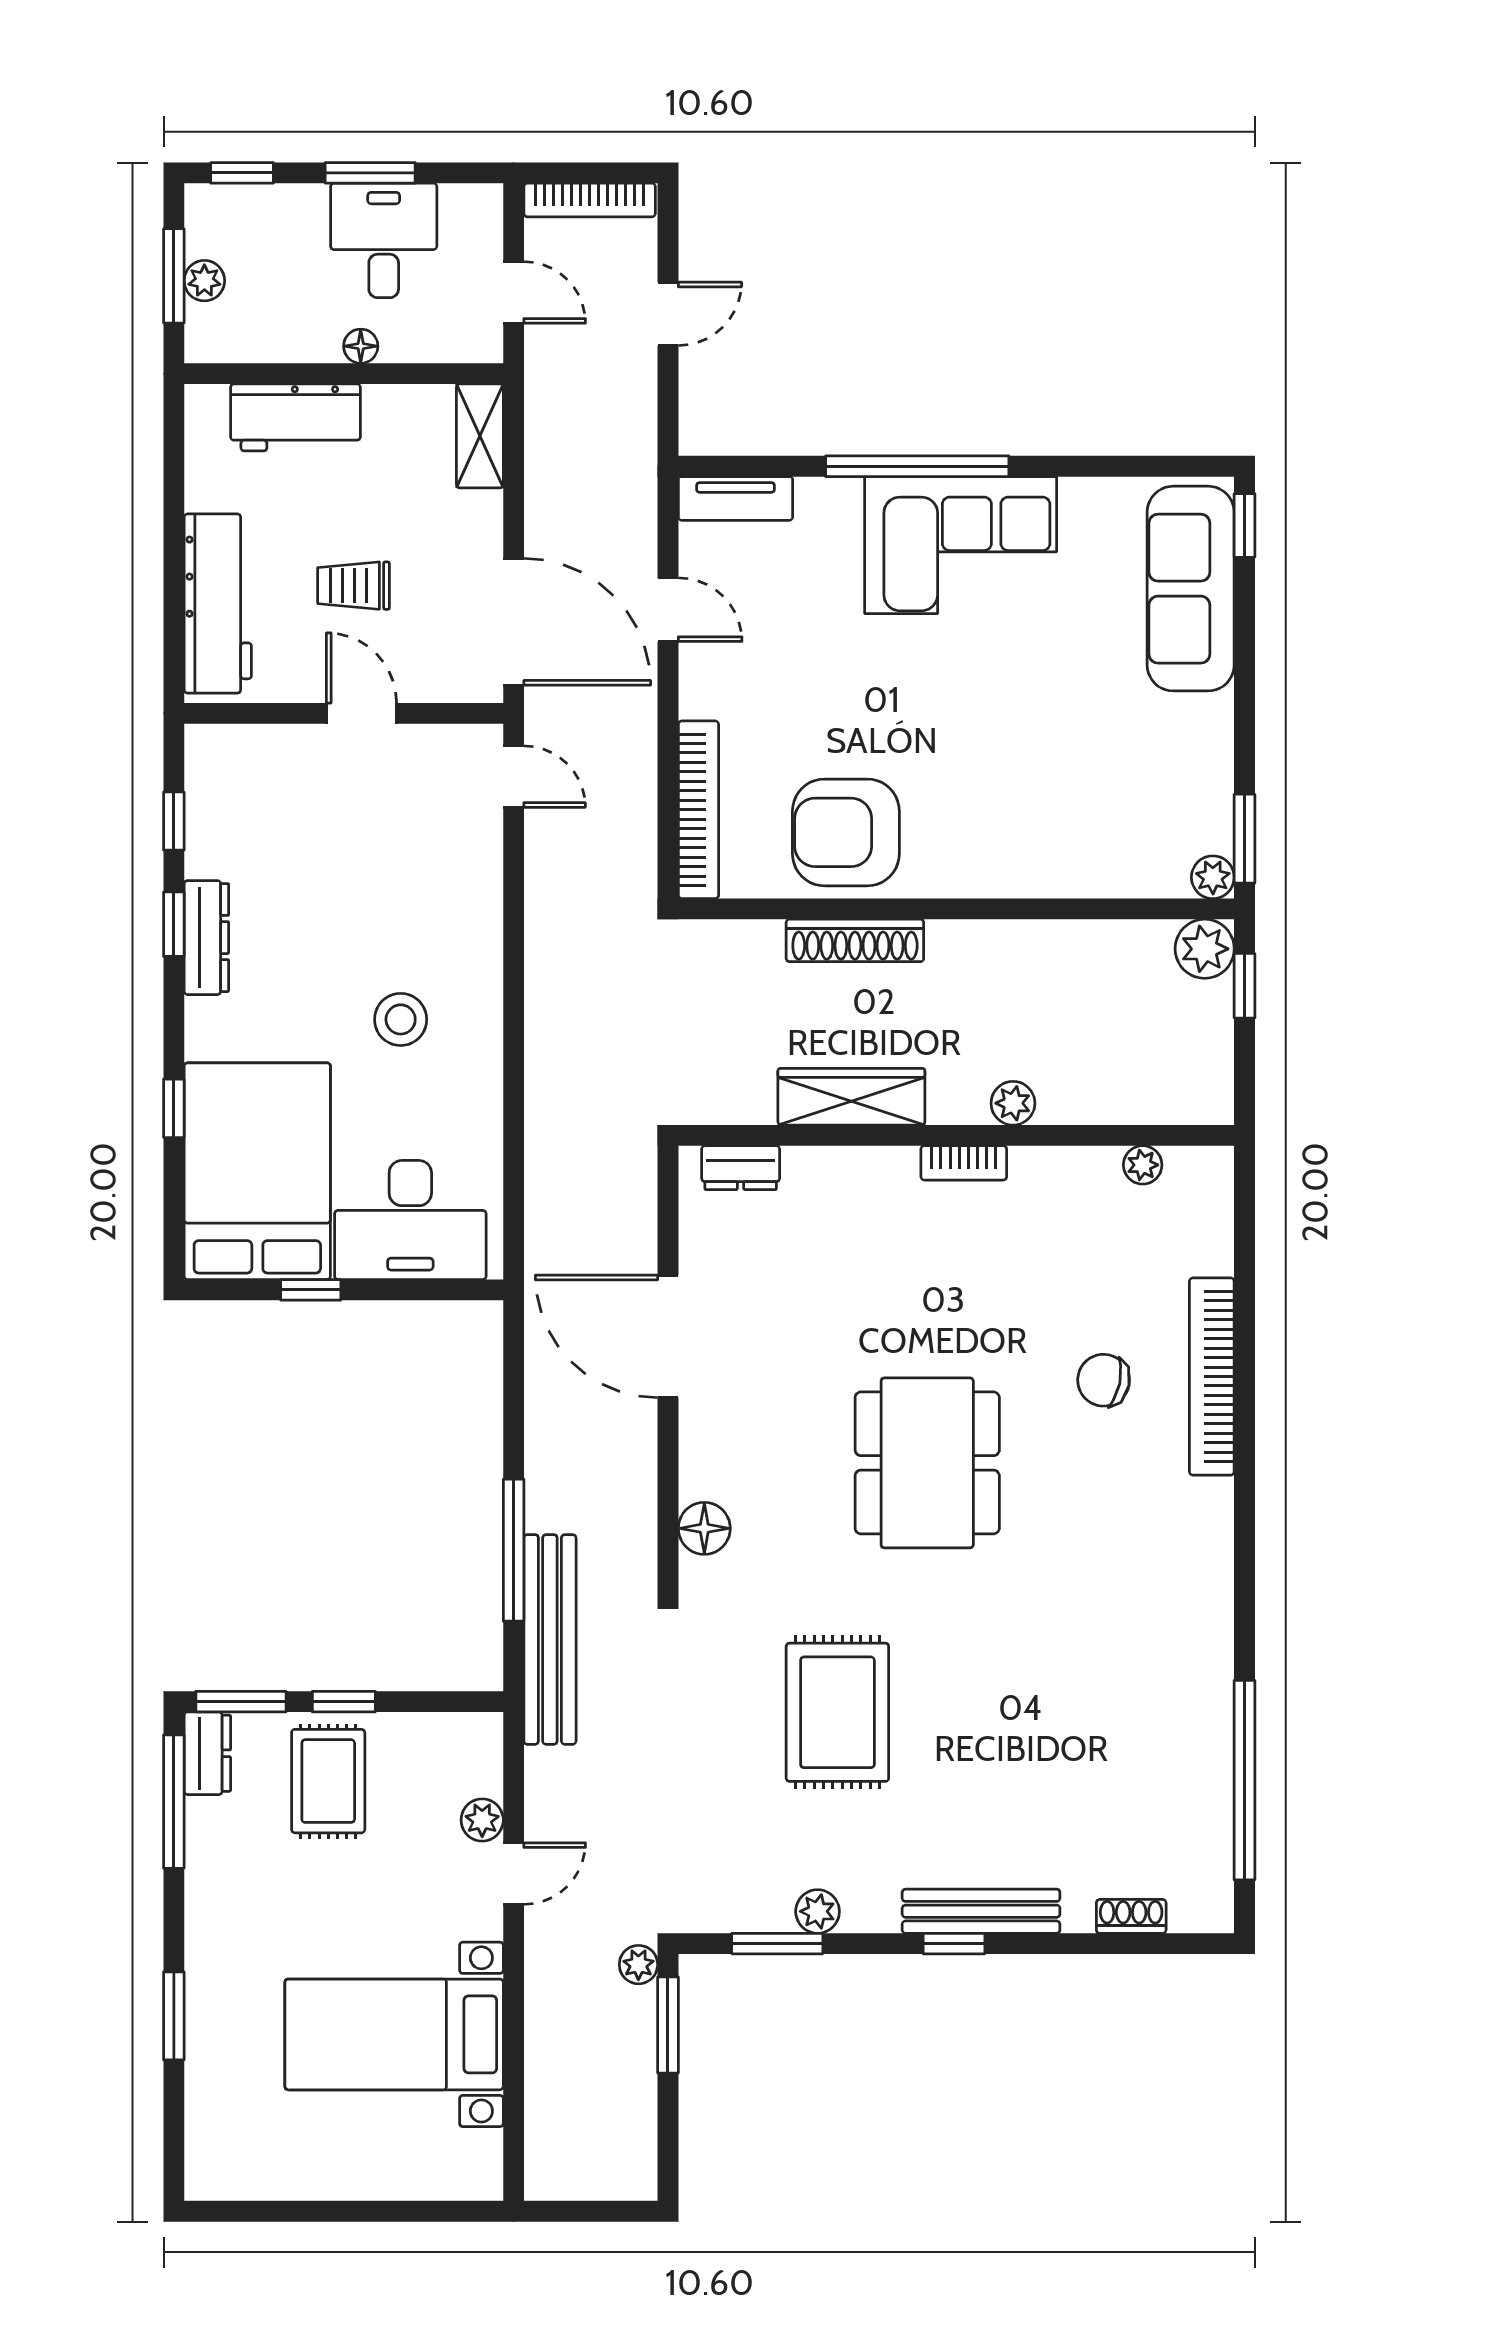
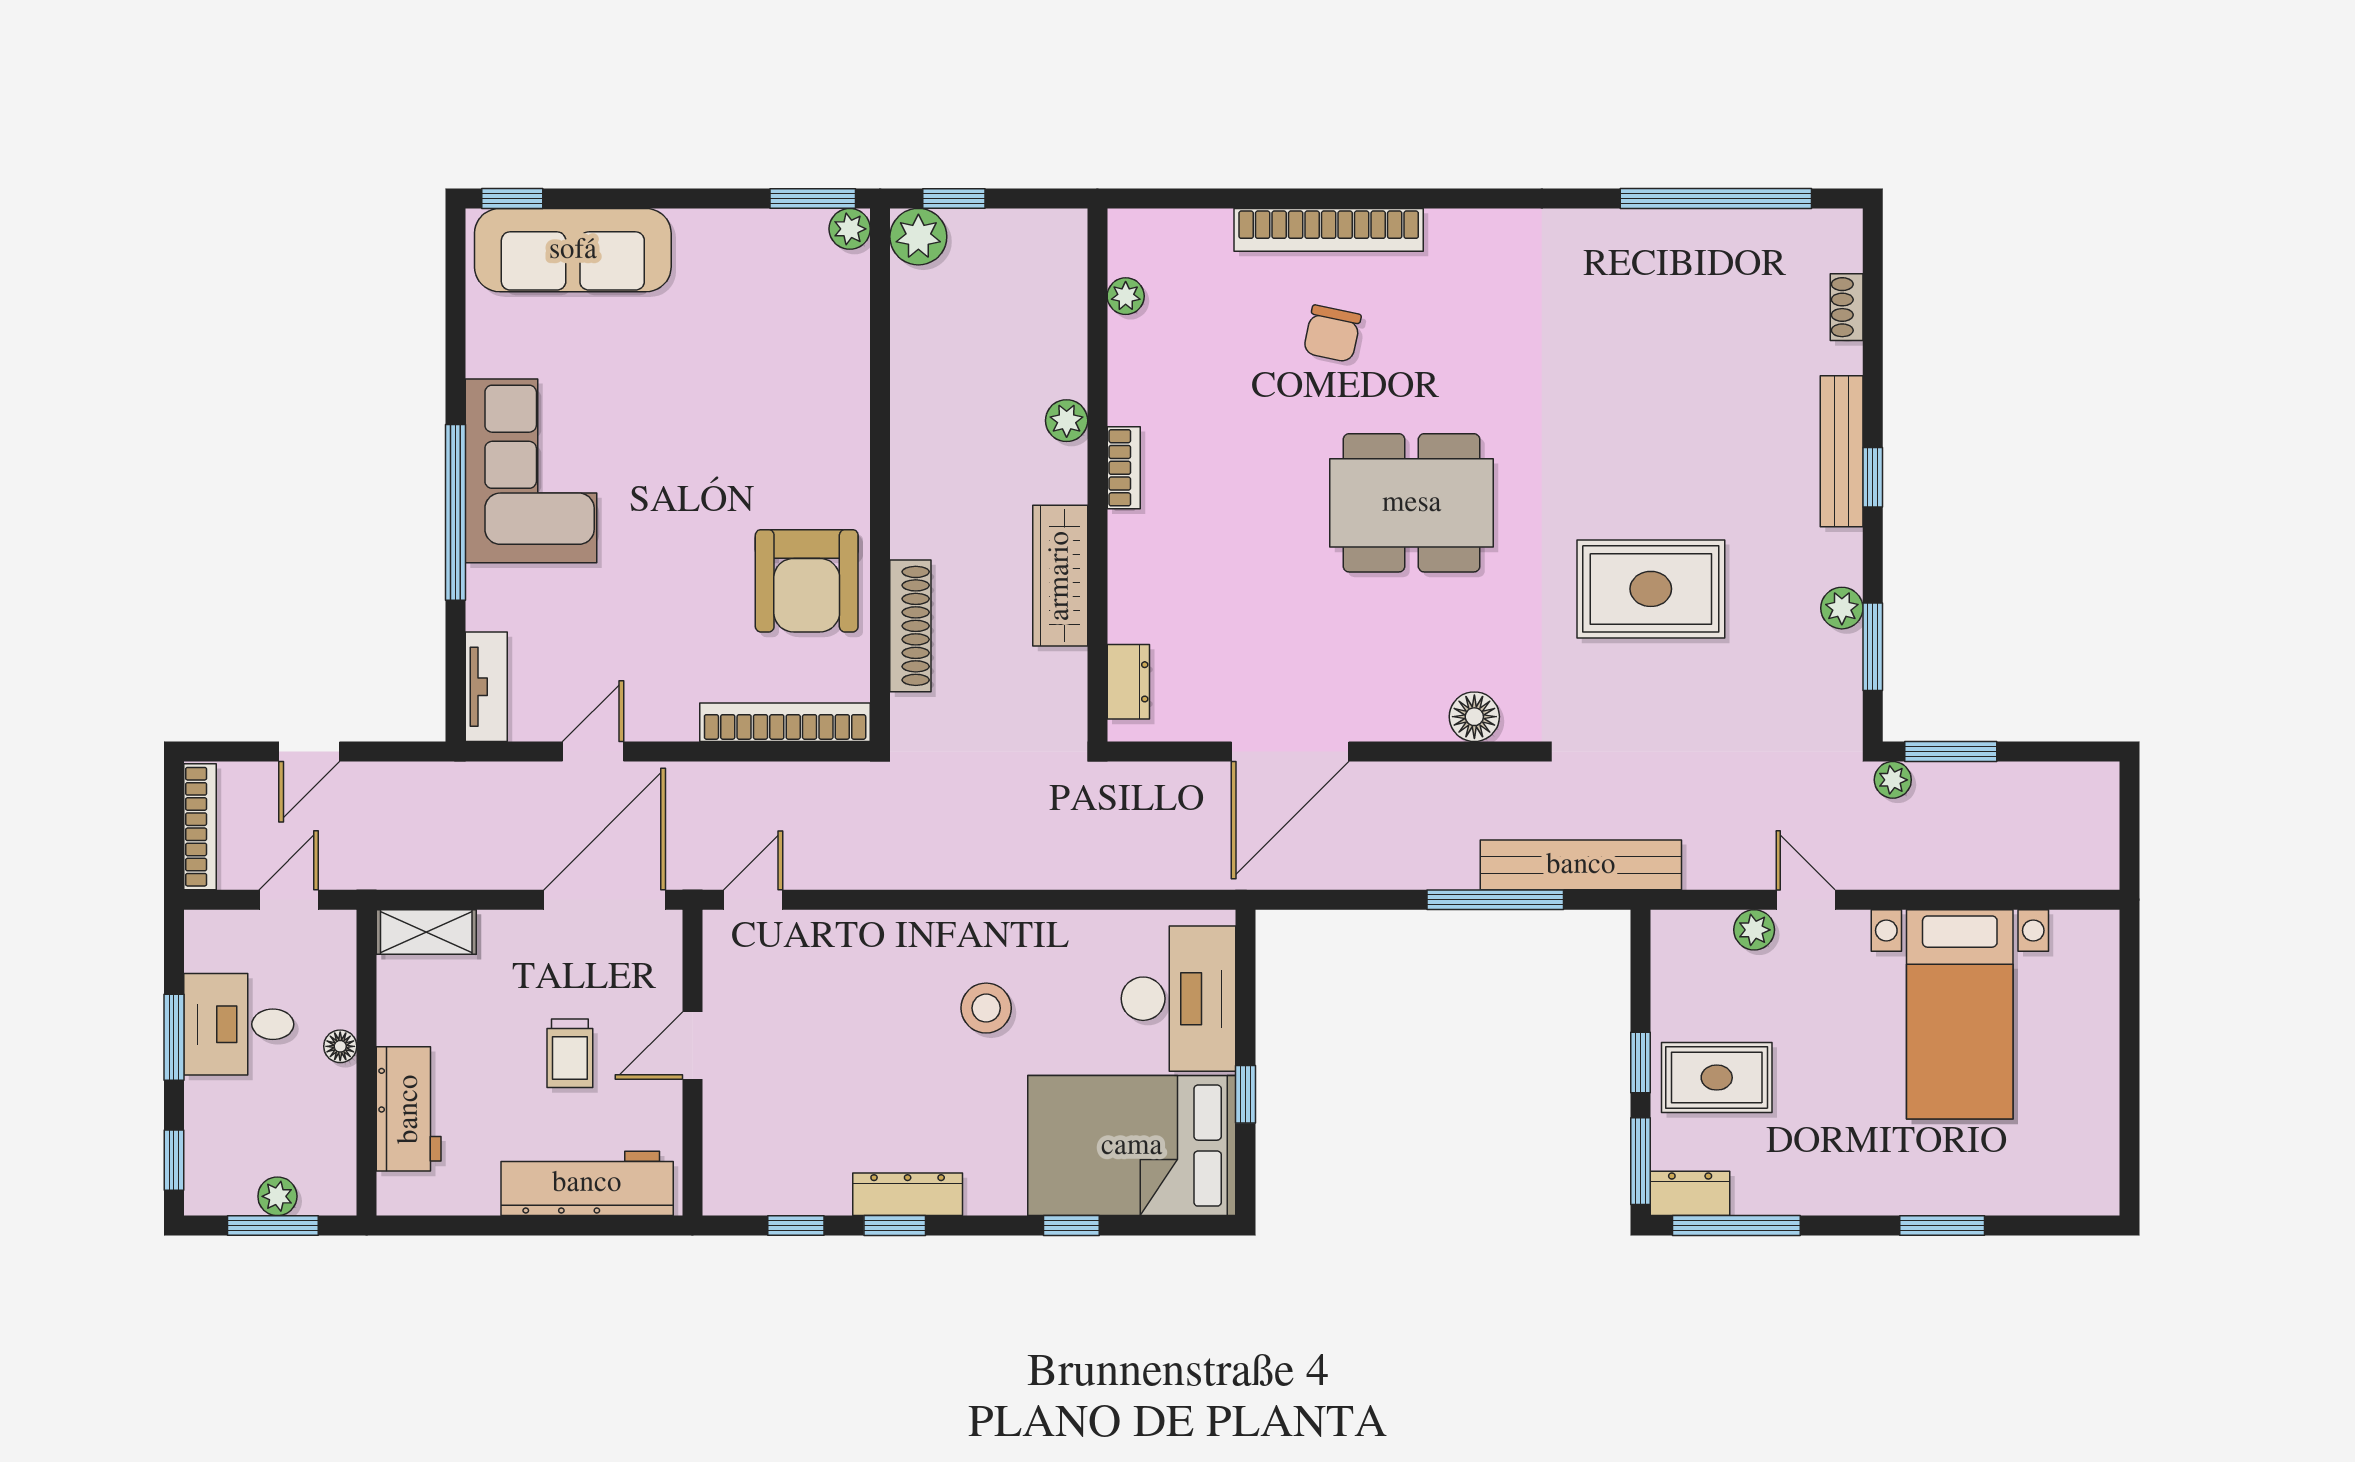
door: (668, 314) -> (309, 752), swing flipped
shoe rack: (855, 940) -> (910, 626), moved

